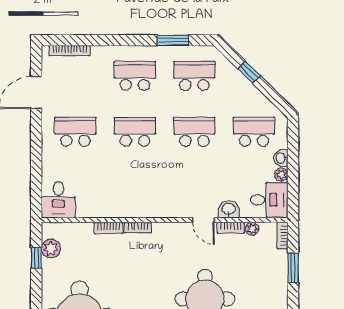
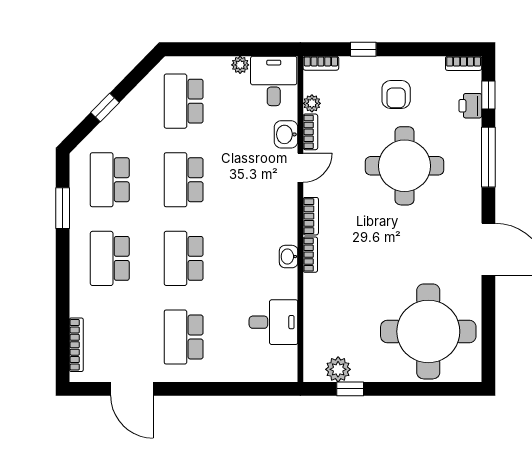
washbasin: (281, 158) -> (289, 257), moved, turned 90
desk: (58, 200) -> (273, 322), moved
bookcase: (109, 228) -> (311, 216), moved
window: (293, 268) -> (363, 49), width x0.67
armchair: (259, 293) -> (396, 94), added

